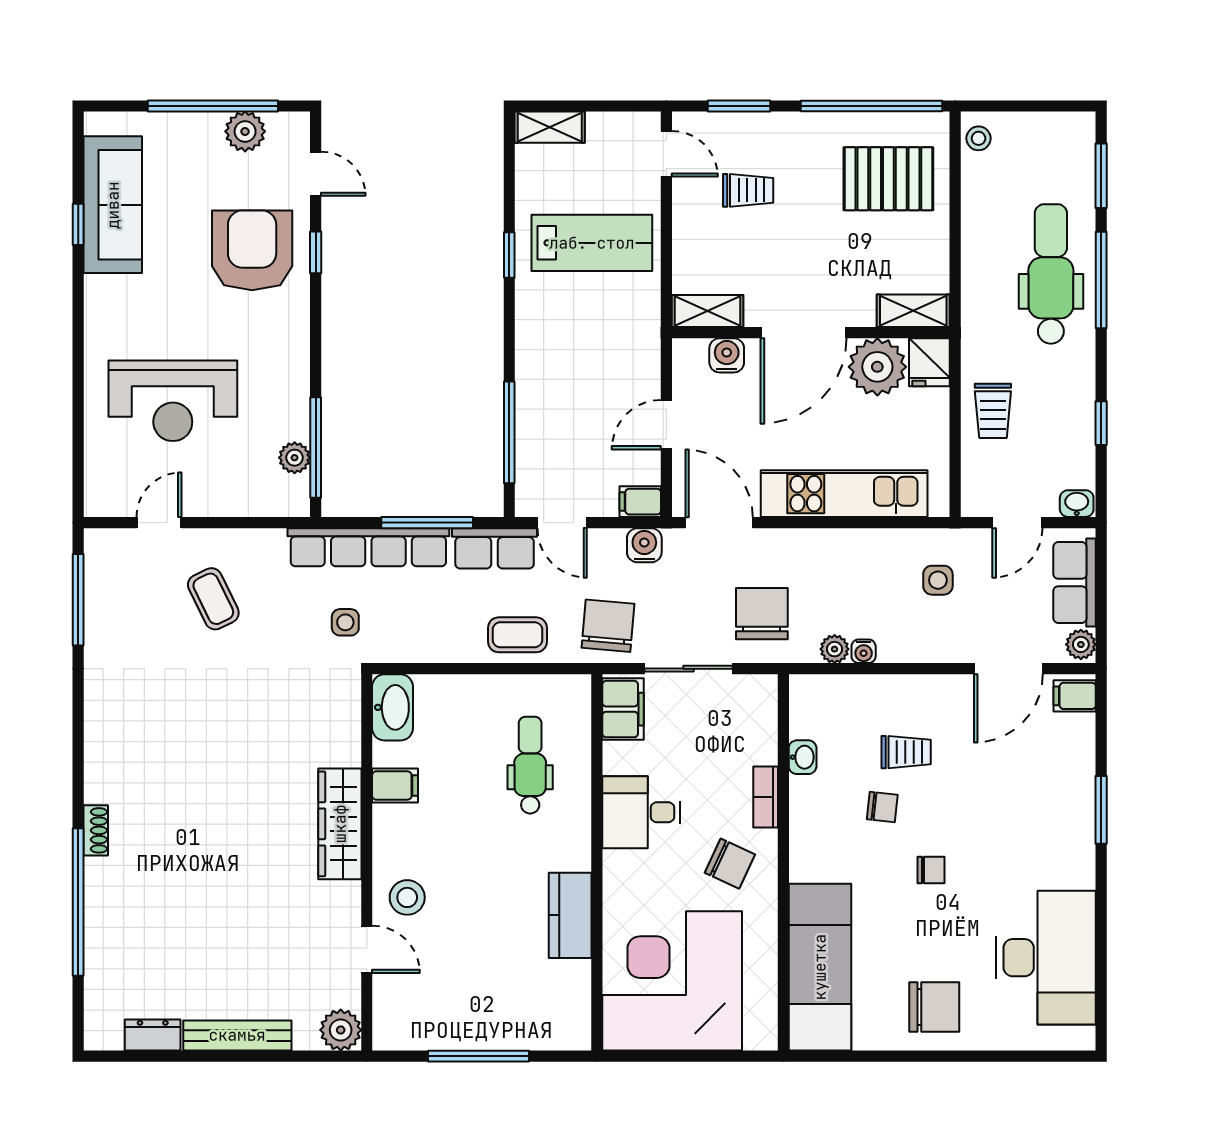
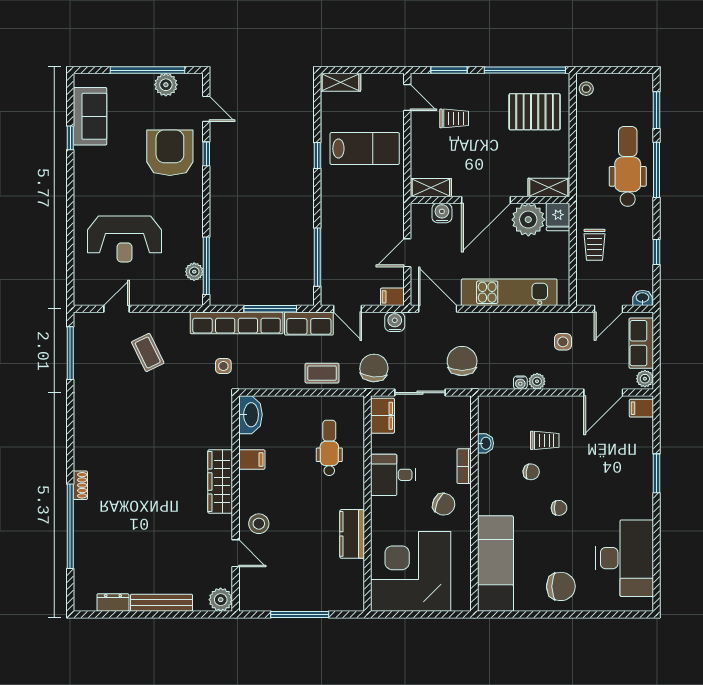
sofa: (113, 205) -> (90, 116), width x0.73
plant: (835, 649) -> (537, 381), moved

